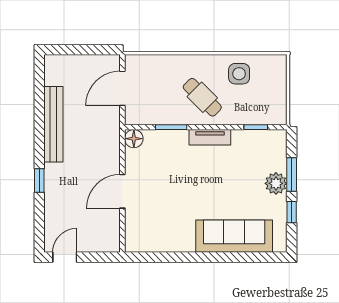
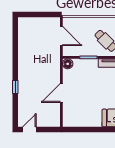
door: (122, 88) -> (61, 36), swing flipped
bench: (53, 124) -> (23, 56), removed

